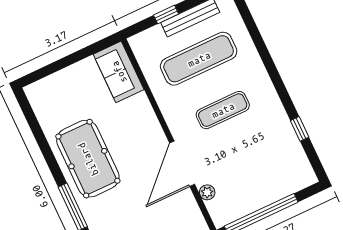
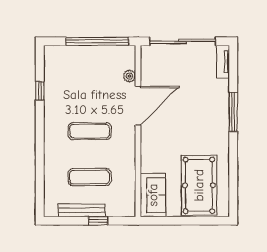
exercise mat: (199, 59) -> (90, 177), width x0.73, depth x0.69
pool table: (88, 159) -> (199, 185), moved

